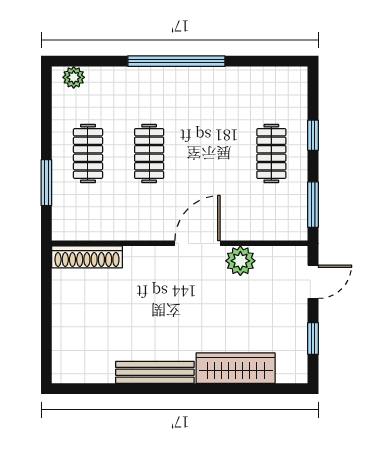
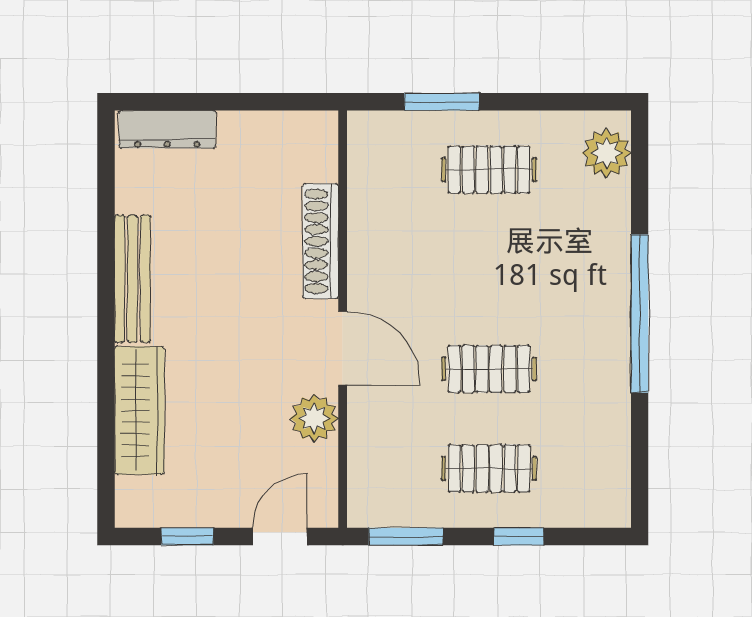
plant: (74, 77) -> (606, 153), width x1.38, depth x1.38
clothes rail: (149, 154) -> (489, 369), moved
shoe rack: (87, 257) -> (321, 241), moved
door: (313, 282) -> (280, 536), swing flipped
dresser: (63, 351) -> (167, 129), added

